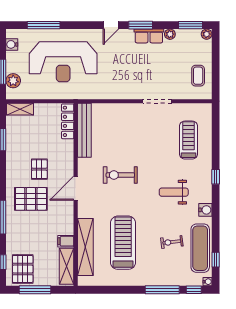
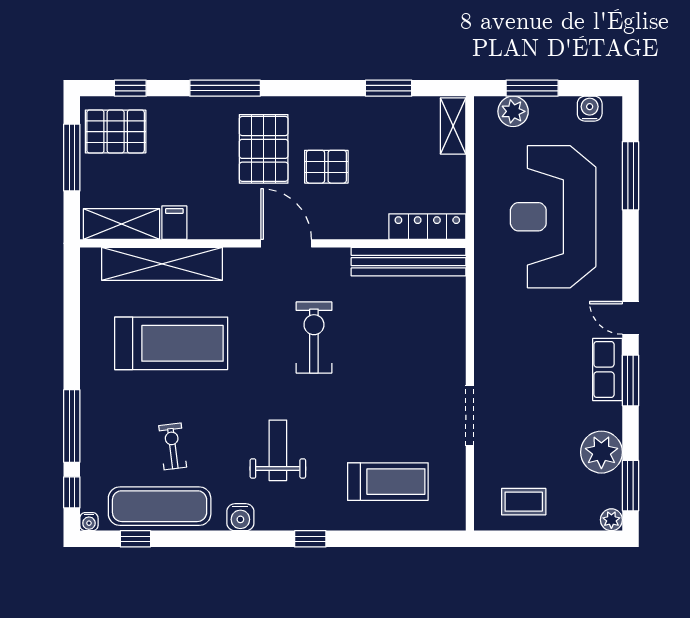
plant: (170, 34) -> (601, 452), width x1.87, depth x1.87
row of seats: (149, 36) -> (608, 370), moved

